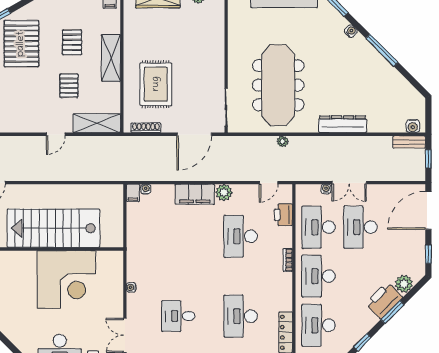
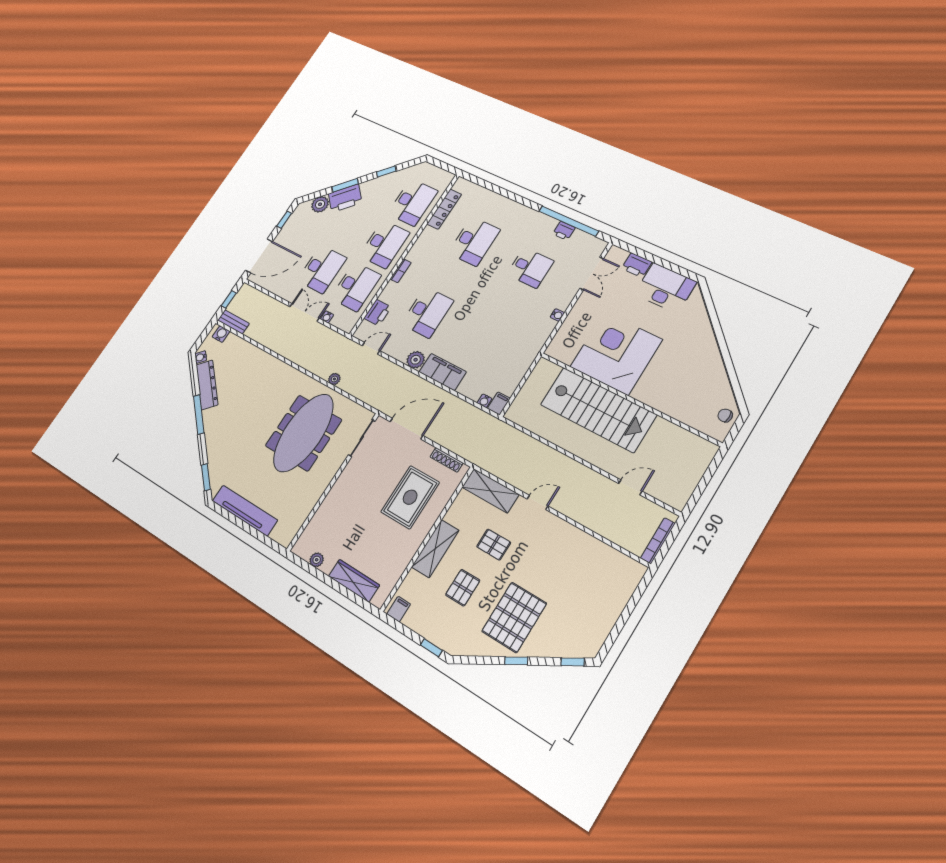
water cooler: (351, 31) -> (201, 357), moved
pallet: (69, 86) -> (494, 545), turned 90
dresser: (343, 124) -> (207, 385), moved, turned -135

